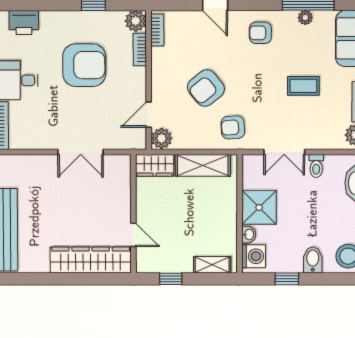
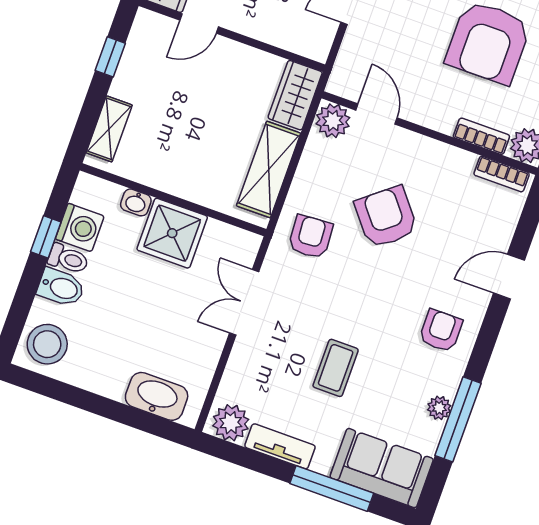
toilet: (316, 166) -> (68, 259), moved, turned 180
washing machine: (254, 256) -> (80, 227), moved, turned -90

